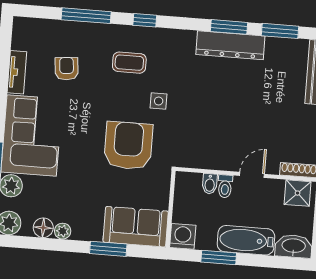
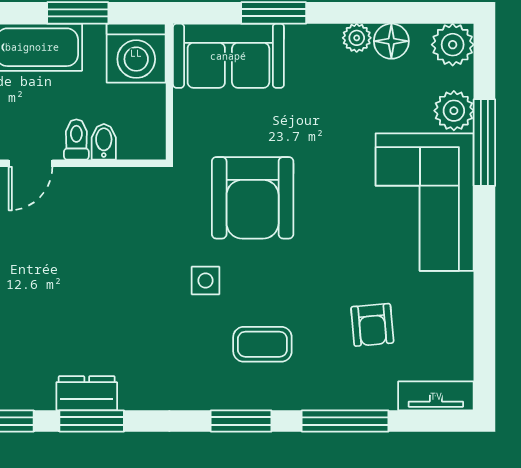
window: (145, 20) -> (241, 421), width x1.50
dresser: (230, 45) -> (87, 393), width x0.51, depth x0.80
tv unit: (17, 72) -> (436, 396), moved, turned 90
washing machine: (183, 236) -> (136, 53), width x1.37, depth x1.37

